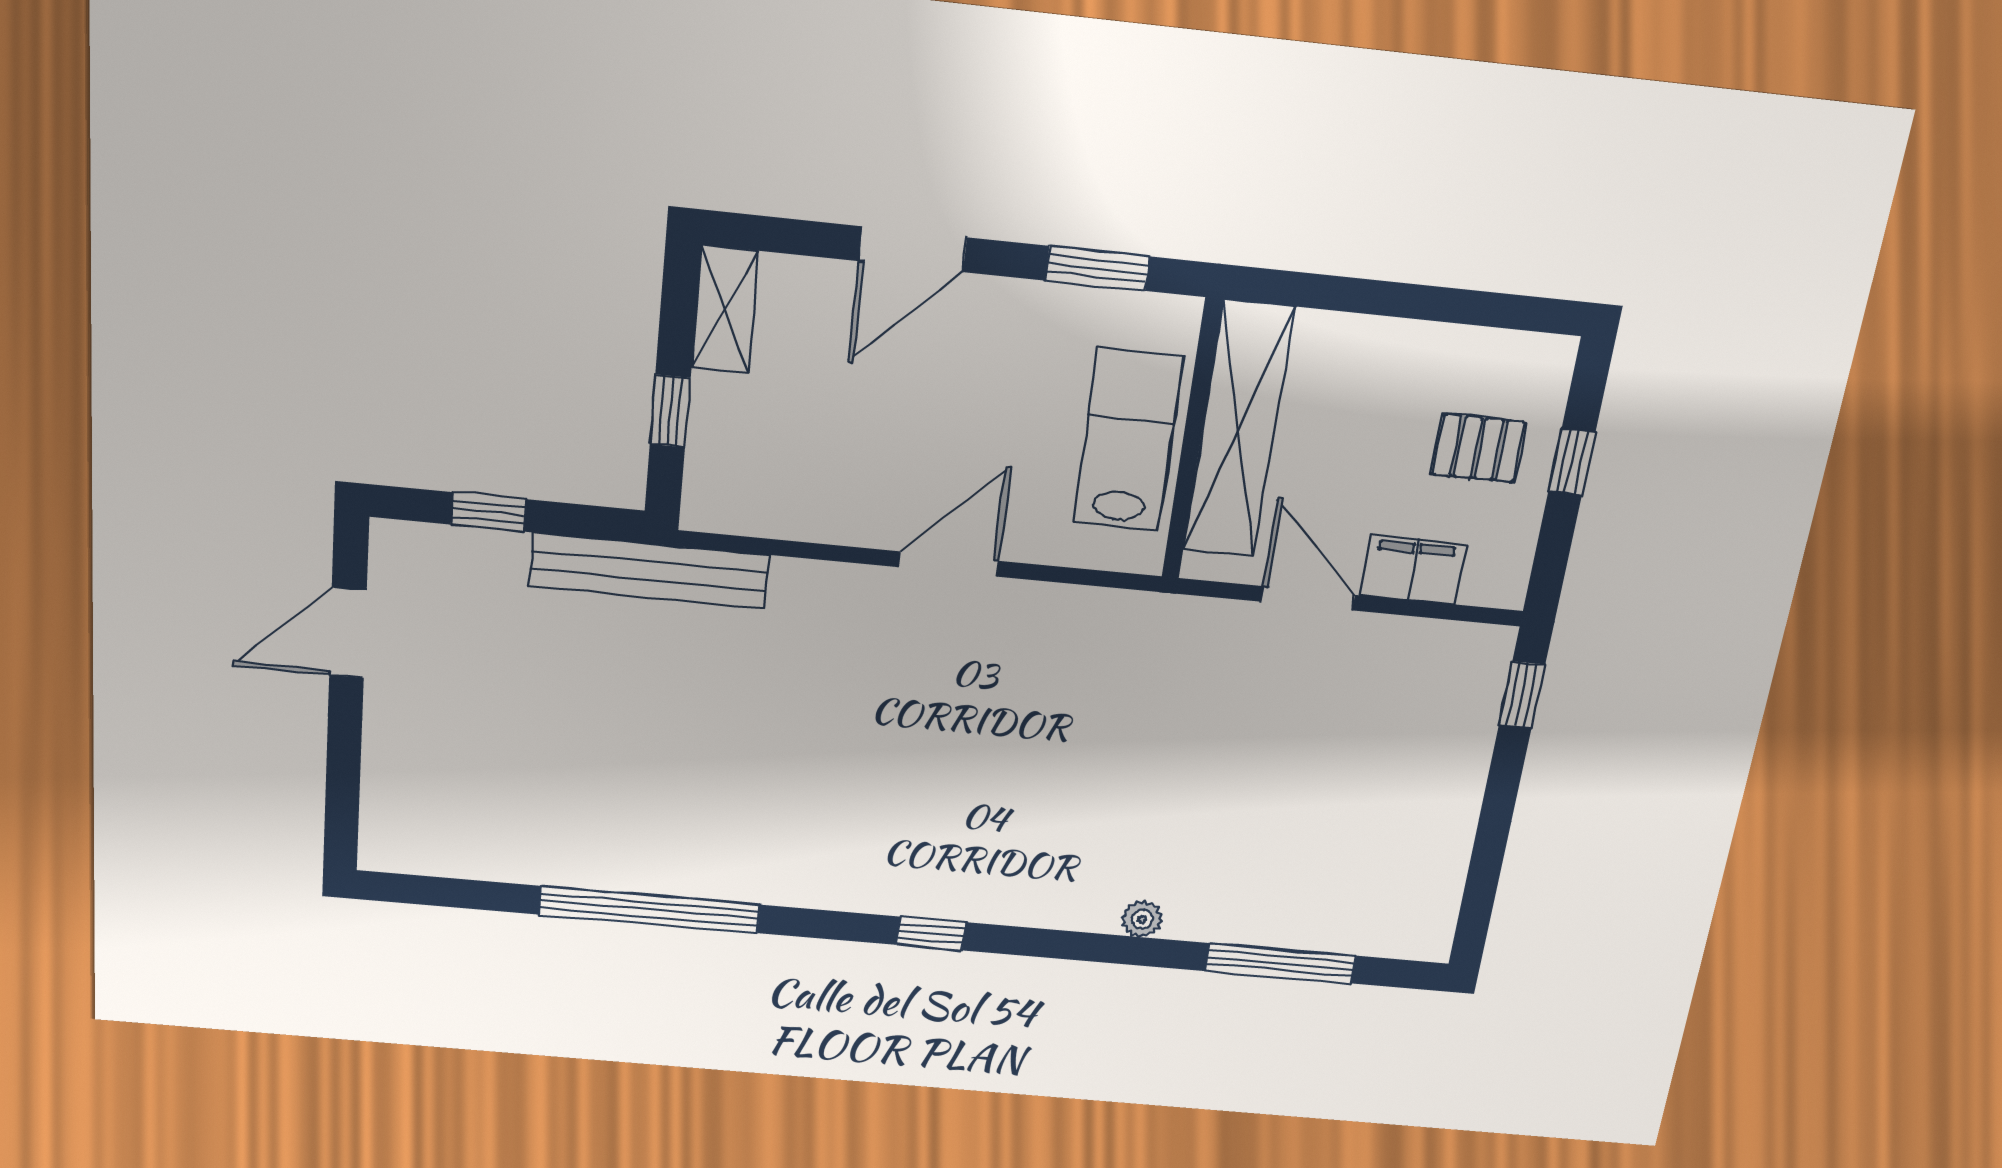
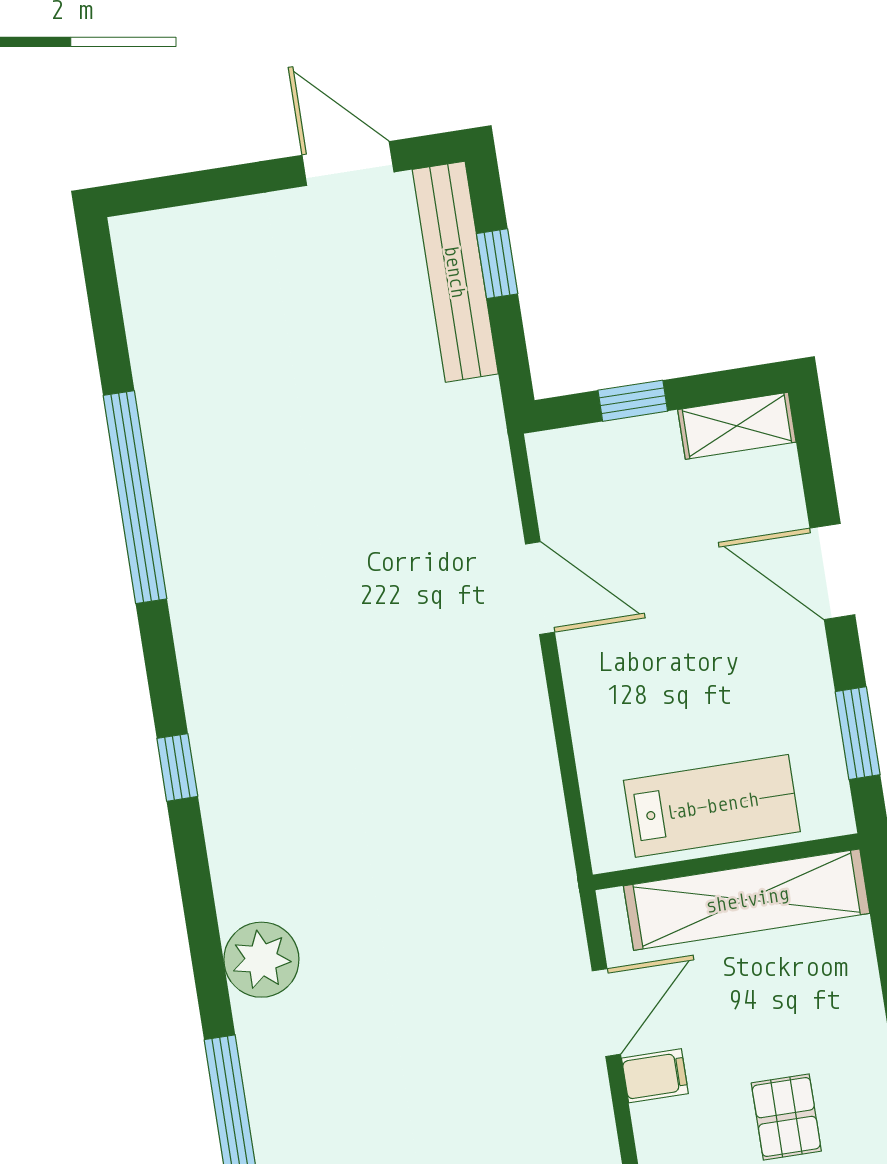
door: (948, 564) -> (540, 588), moved
filing cabinet: (1413, 570) -> (655, 1076), width x0.50
bench: (649, 571) -> (455, 272), moved
plant: (1142, 919) -> (261, 960), width x1.88, depth x1.88

